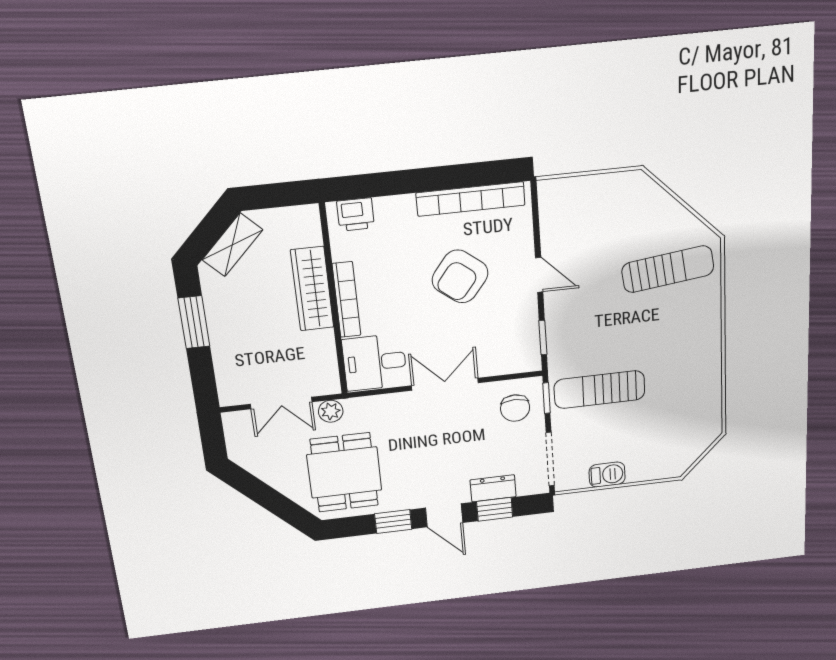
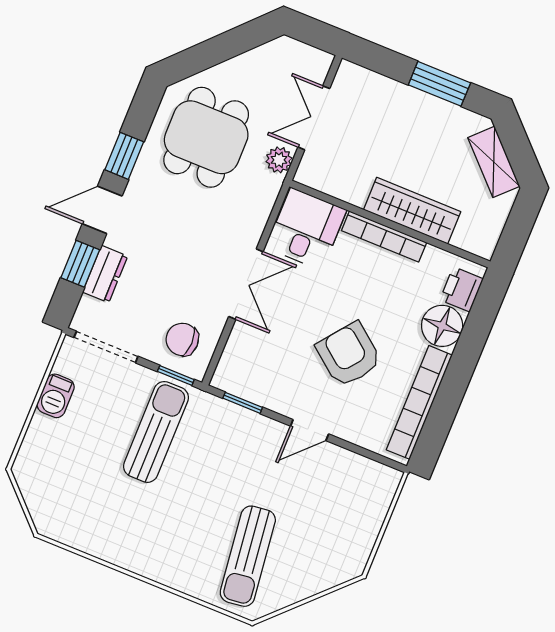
floor lamp: (396, 214) -> (442, 326), added
dining table: (344, 472) -> (206, 137), turned 90

